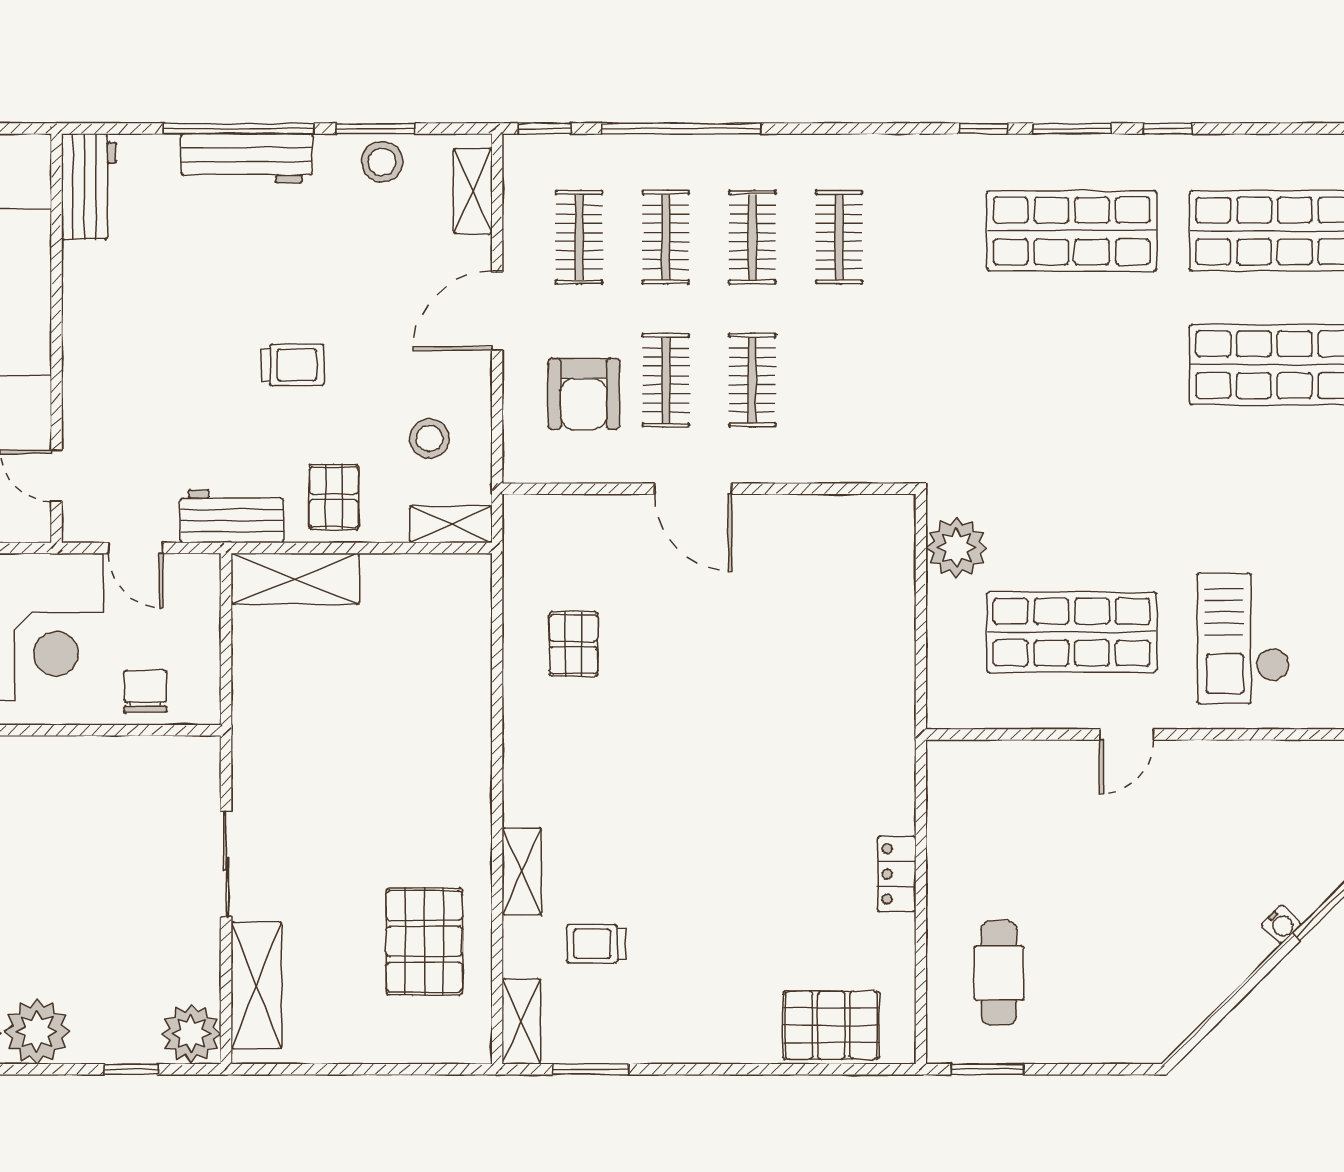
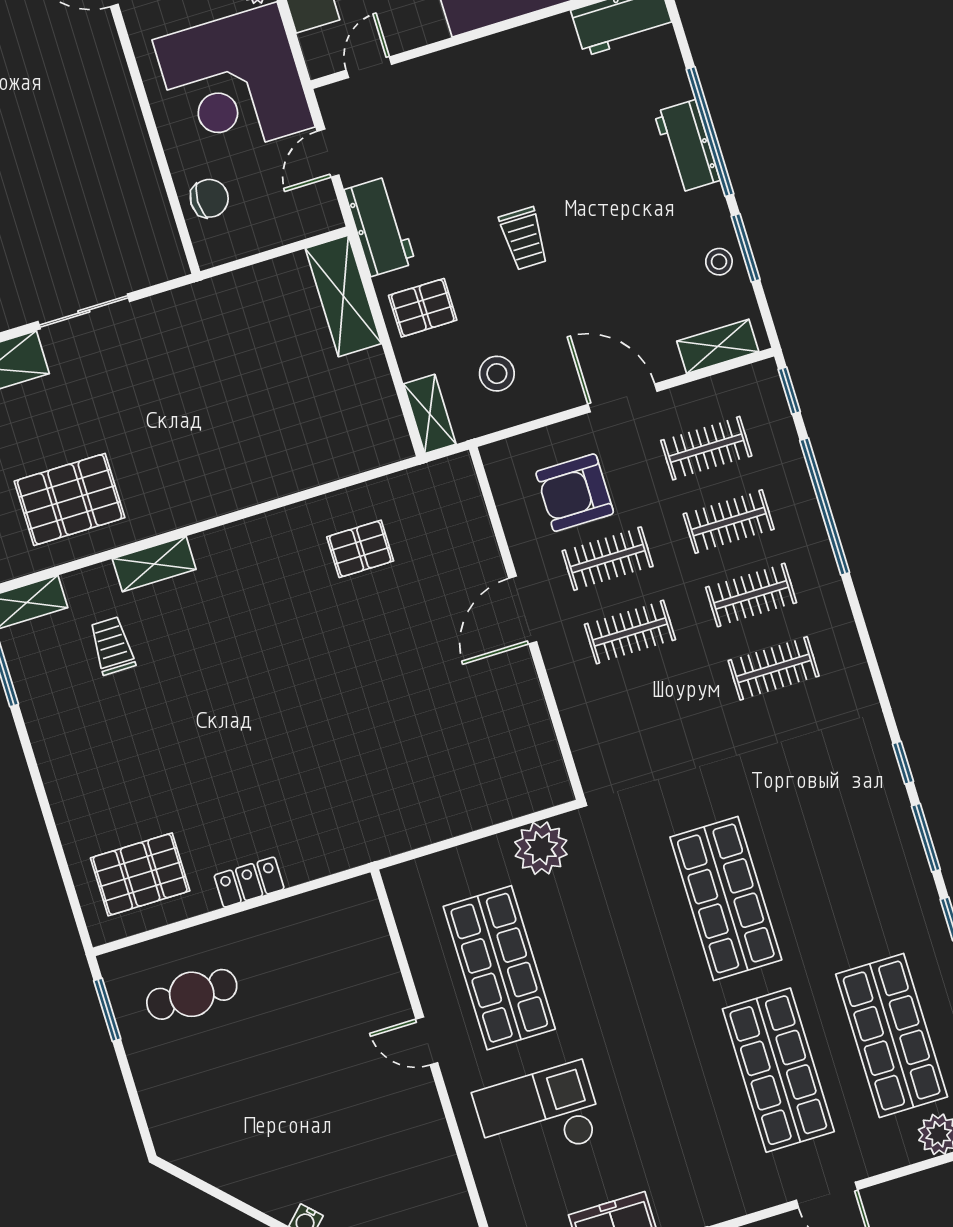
workbench: (247, 158) -> (687, 146), width x0.73
stool: (382, 162) -> (719, 262), width x0.73, depth x0.73
shop shelf: (1072, 231) -> (726, 898), moved
pallet: (831, 1025) -> (140, 874), moved, turned 90

